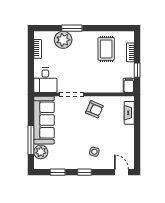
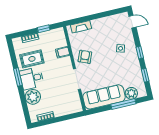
window: (72, 28) -> (18, 77), moved
desk: (45, 80) -> (32, 78), moved, turned 180
filing cabinet: (129, 85) -> (63, 52), moved
door: (121, 172) -> (132, 22), swing flipped

